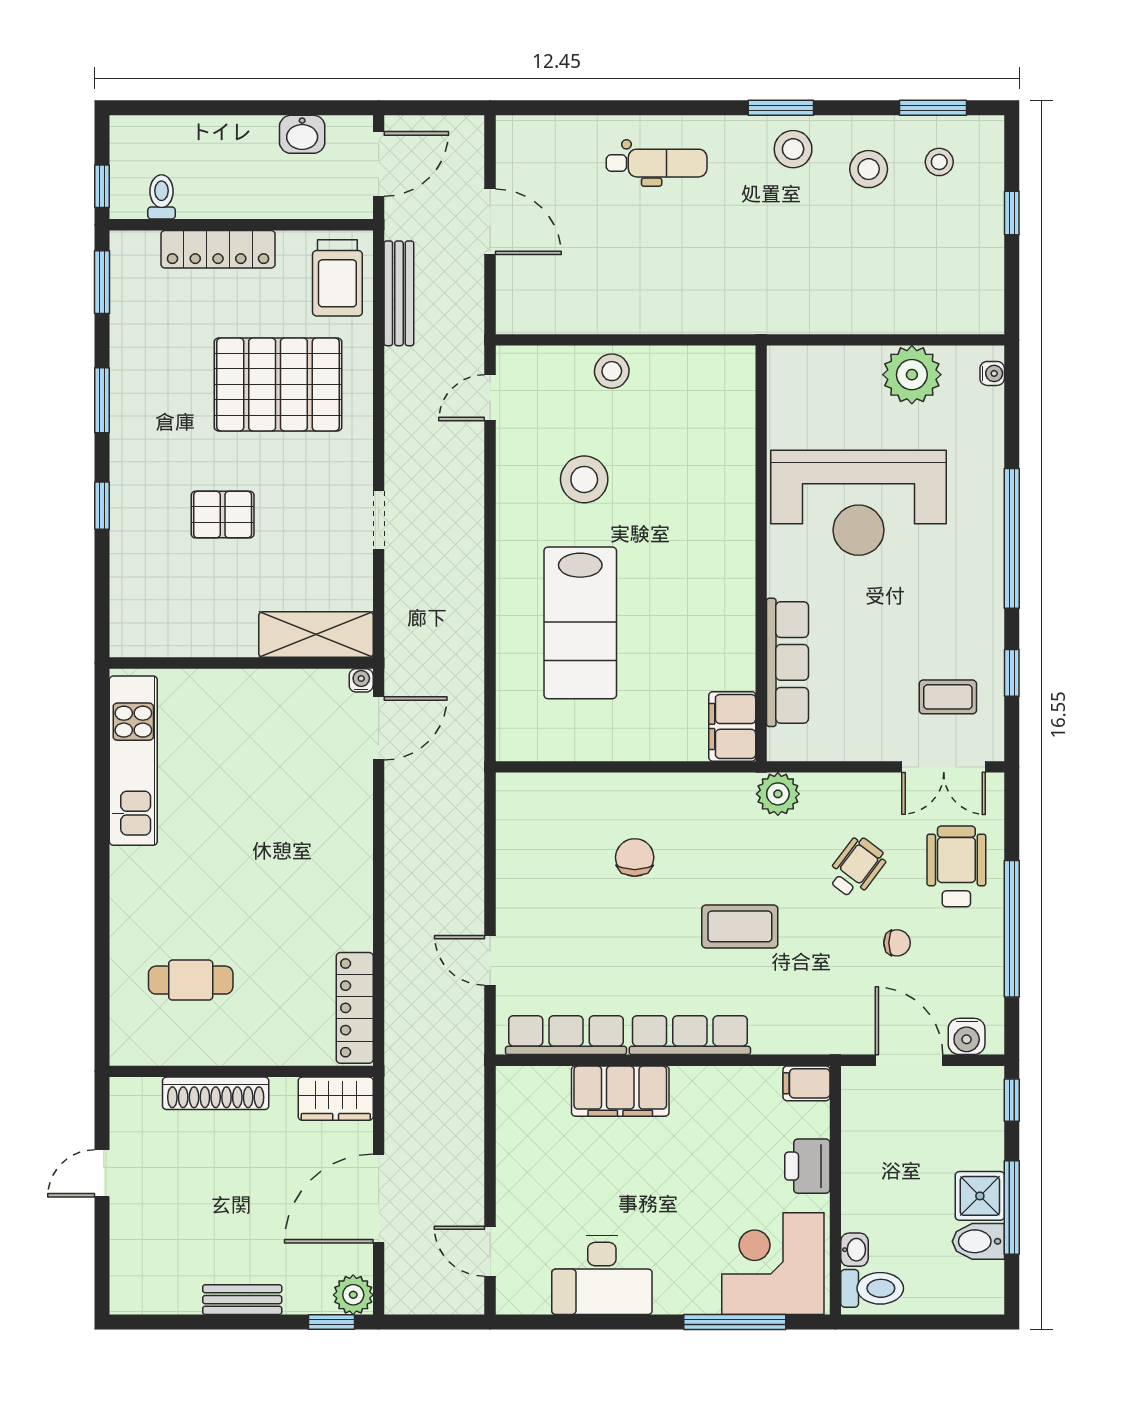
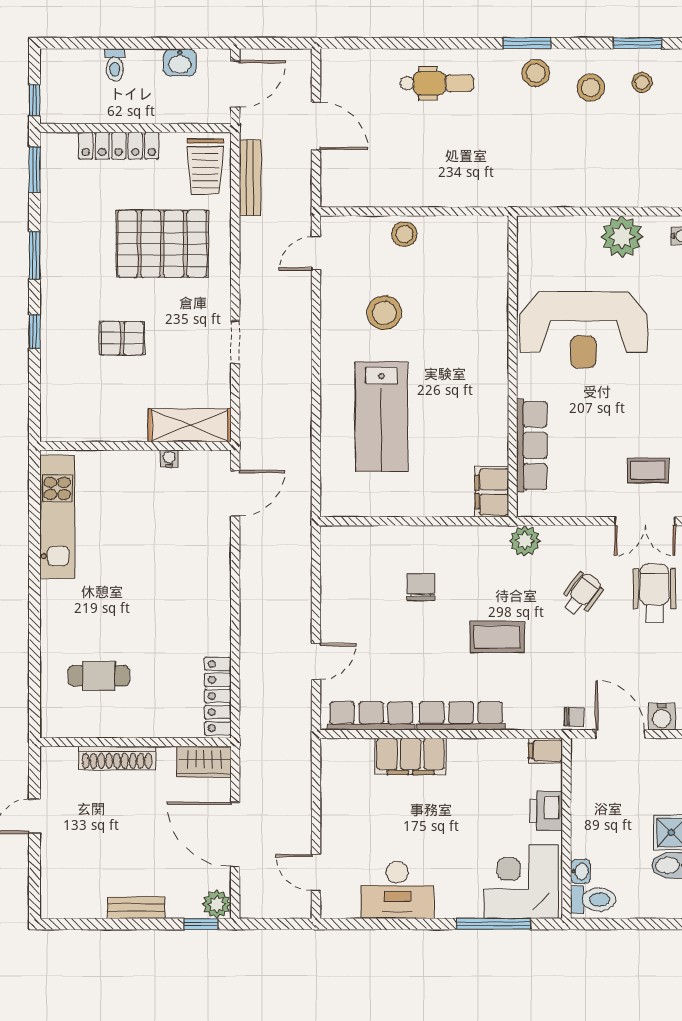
toilet: (162, 197) -> (115, 65), moved, turned 180
water cooler: (361, 680) -> (169, 458), moved
chair: (897, 943) -> (574, 717), moved
door: (490, 960) -> (316, 662), swing flipped
door: (379, 1199) -> (235, 834), hinge flipped

